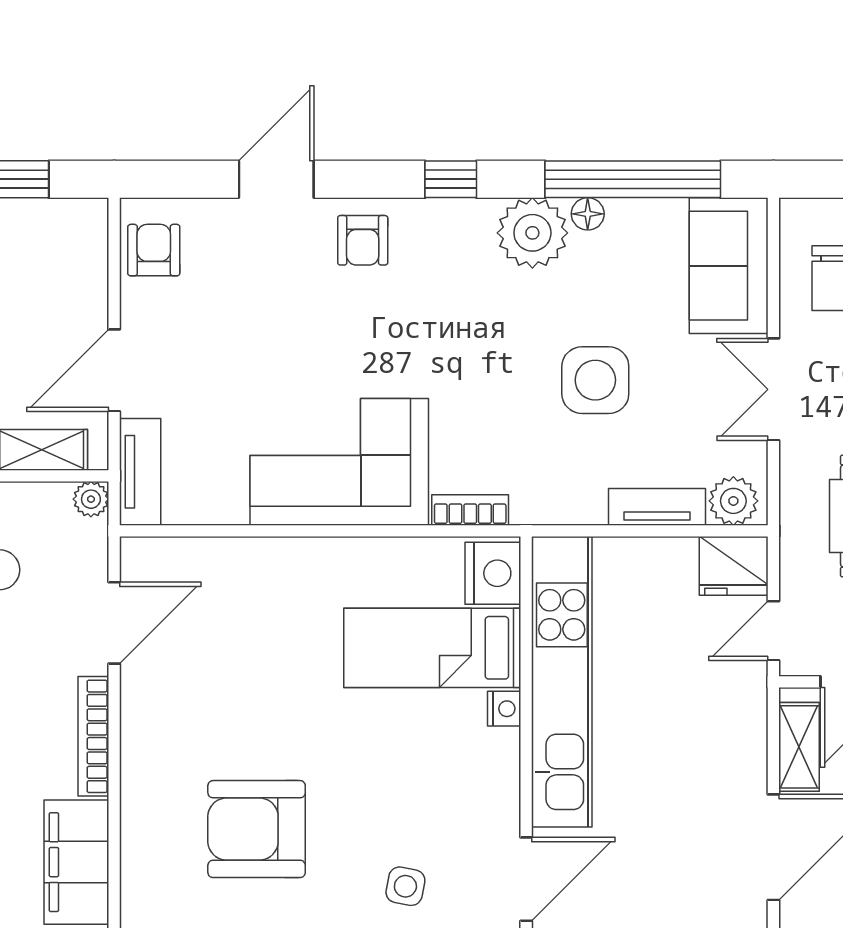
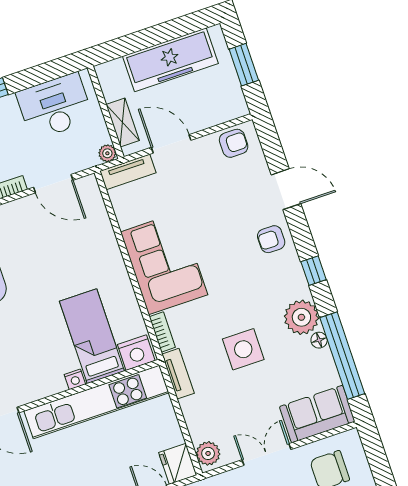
side table: (595, 380) -> (243, 349), moved
tv unit: (657, 507) -> (178, 374), moved

